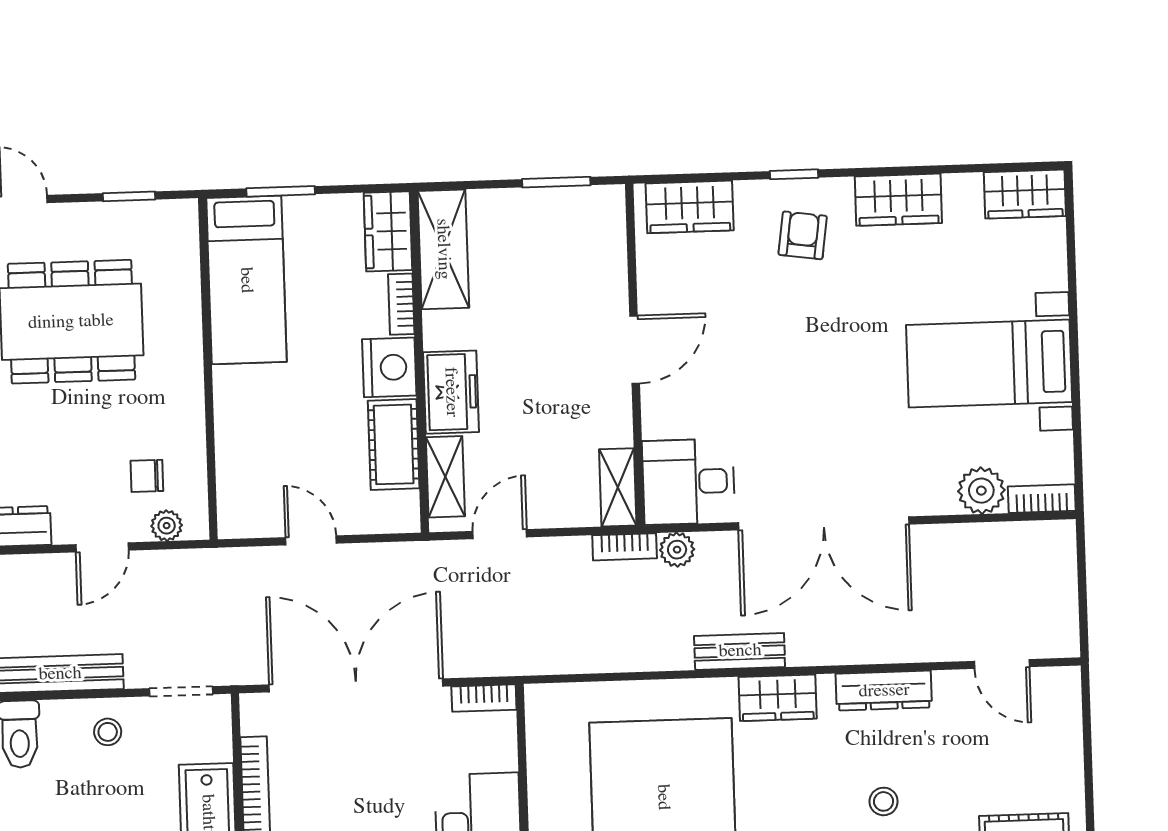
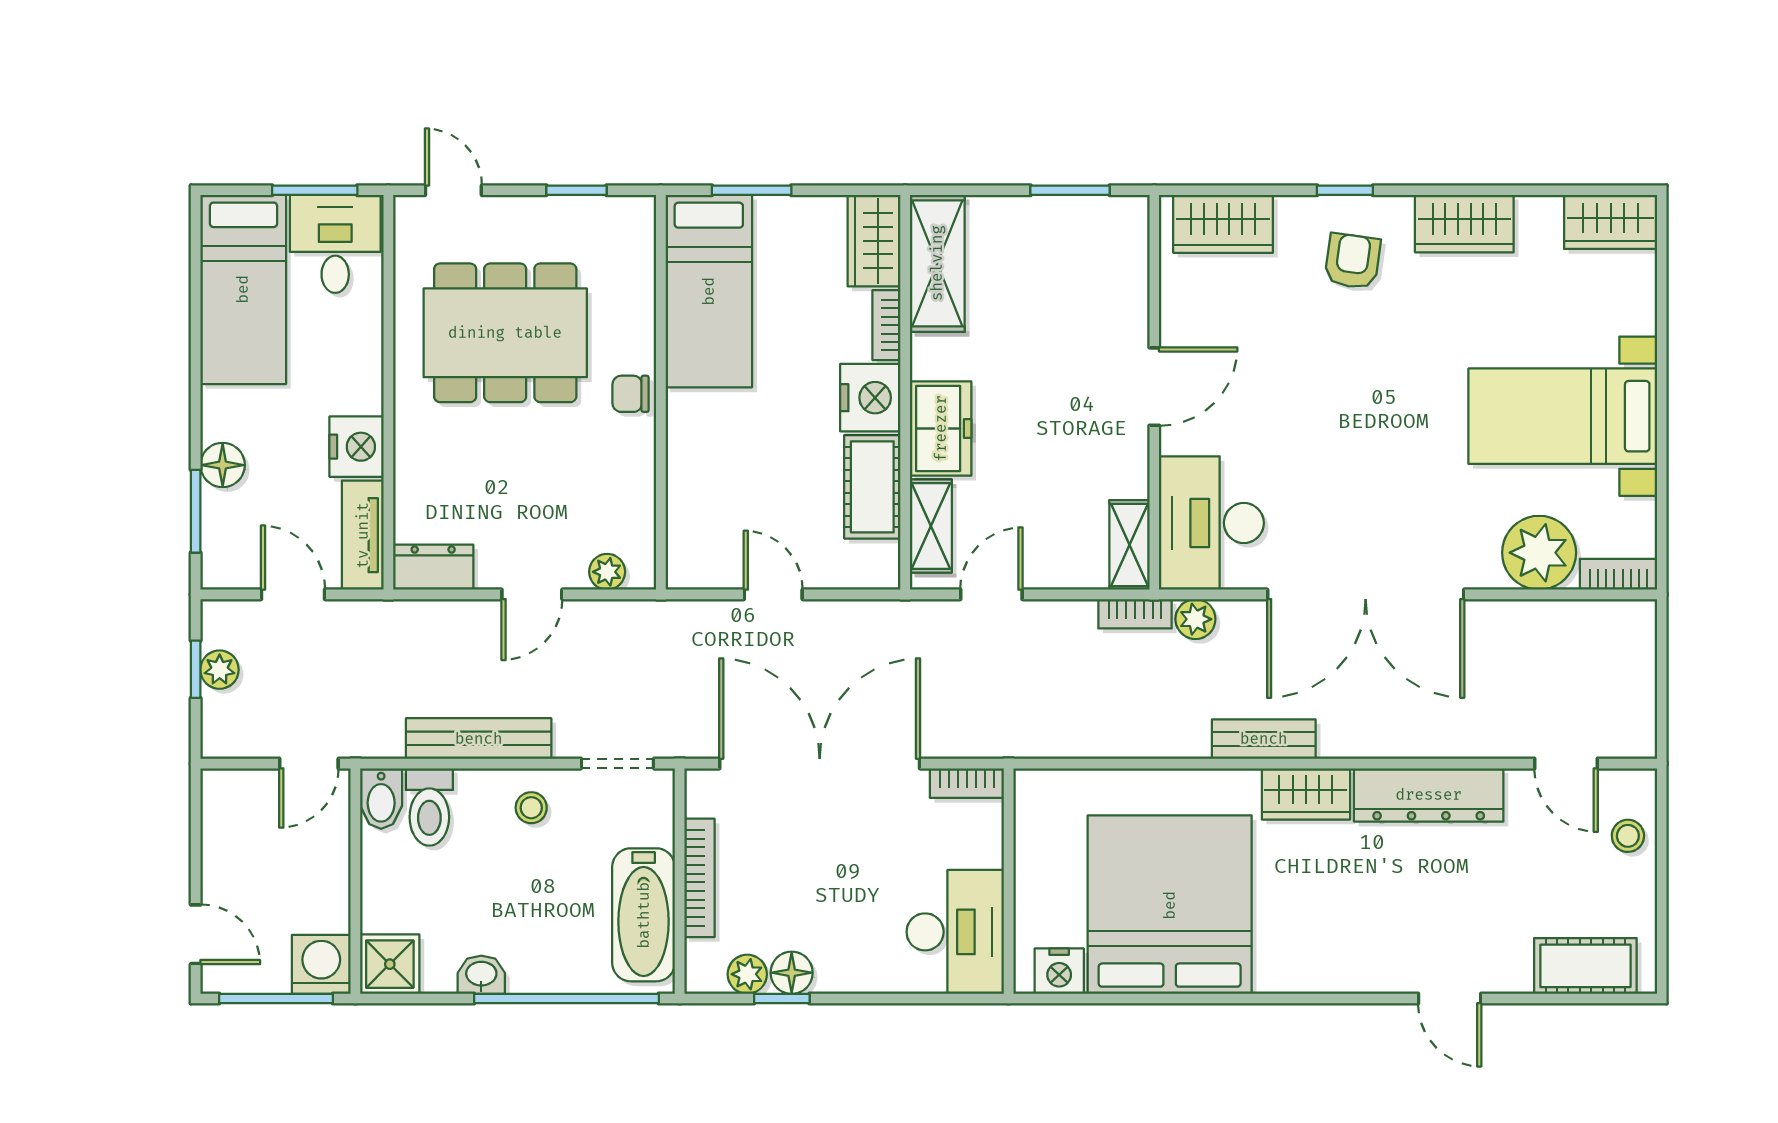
chair: (147, 476) -> (631, 394), moved
desk: (689, 482) -> (1211, 523), width x1.37
plant: (981, 491) -> (1539, 553), width x1.36, depth x1.36
dresser: (884, 691) -> (1429, 795), width x1.37, depth x1.24
stool: (884, 801) -> (1628, 836), moved

